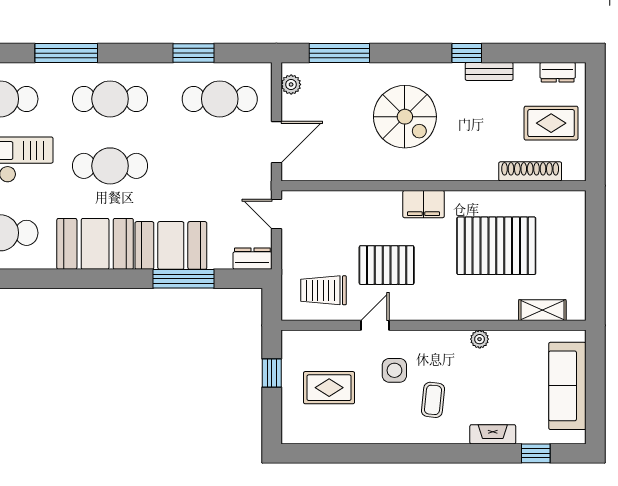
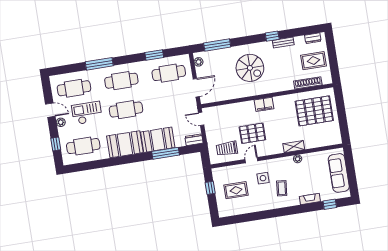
pallet: (496, 246) -> (314, 111), moved
shelving: (542, 310) -> (294, 147), moved

